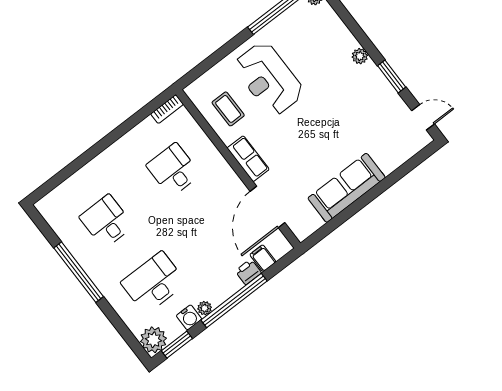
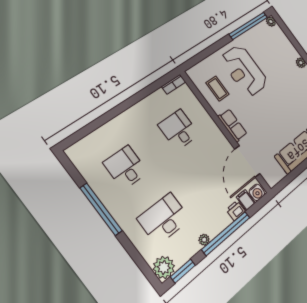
water cooler: (189, 317) -> (257, 192), moved

